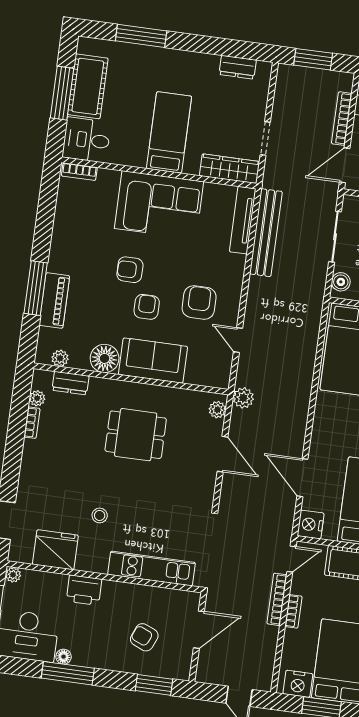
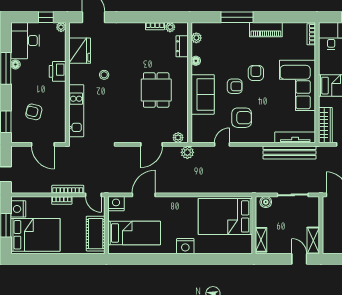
piano: (54, 301) -> (266, 30), moved
floor lamp: (105, 358) -> (196, 61), width x0.53, depth x0.53
armchair: (144, 637) -> (34, 112), turned -99

